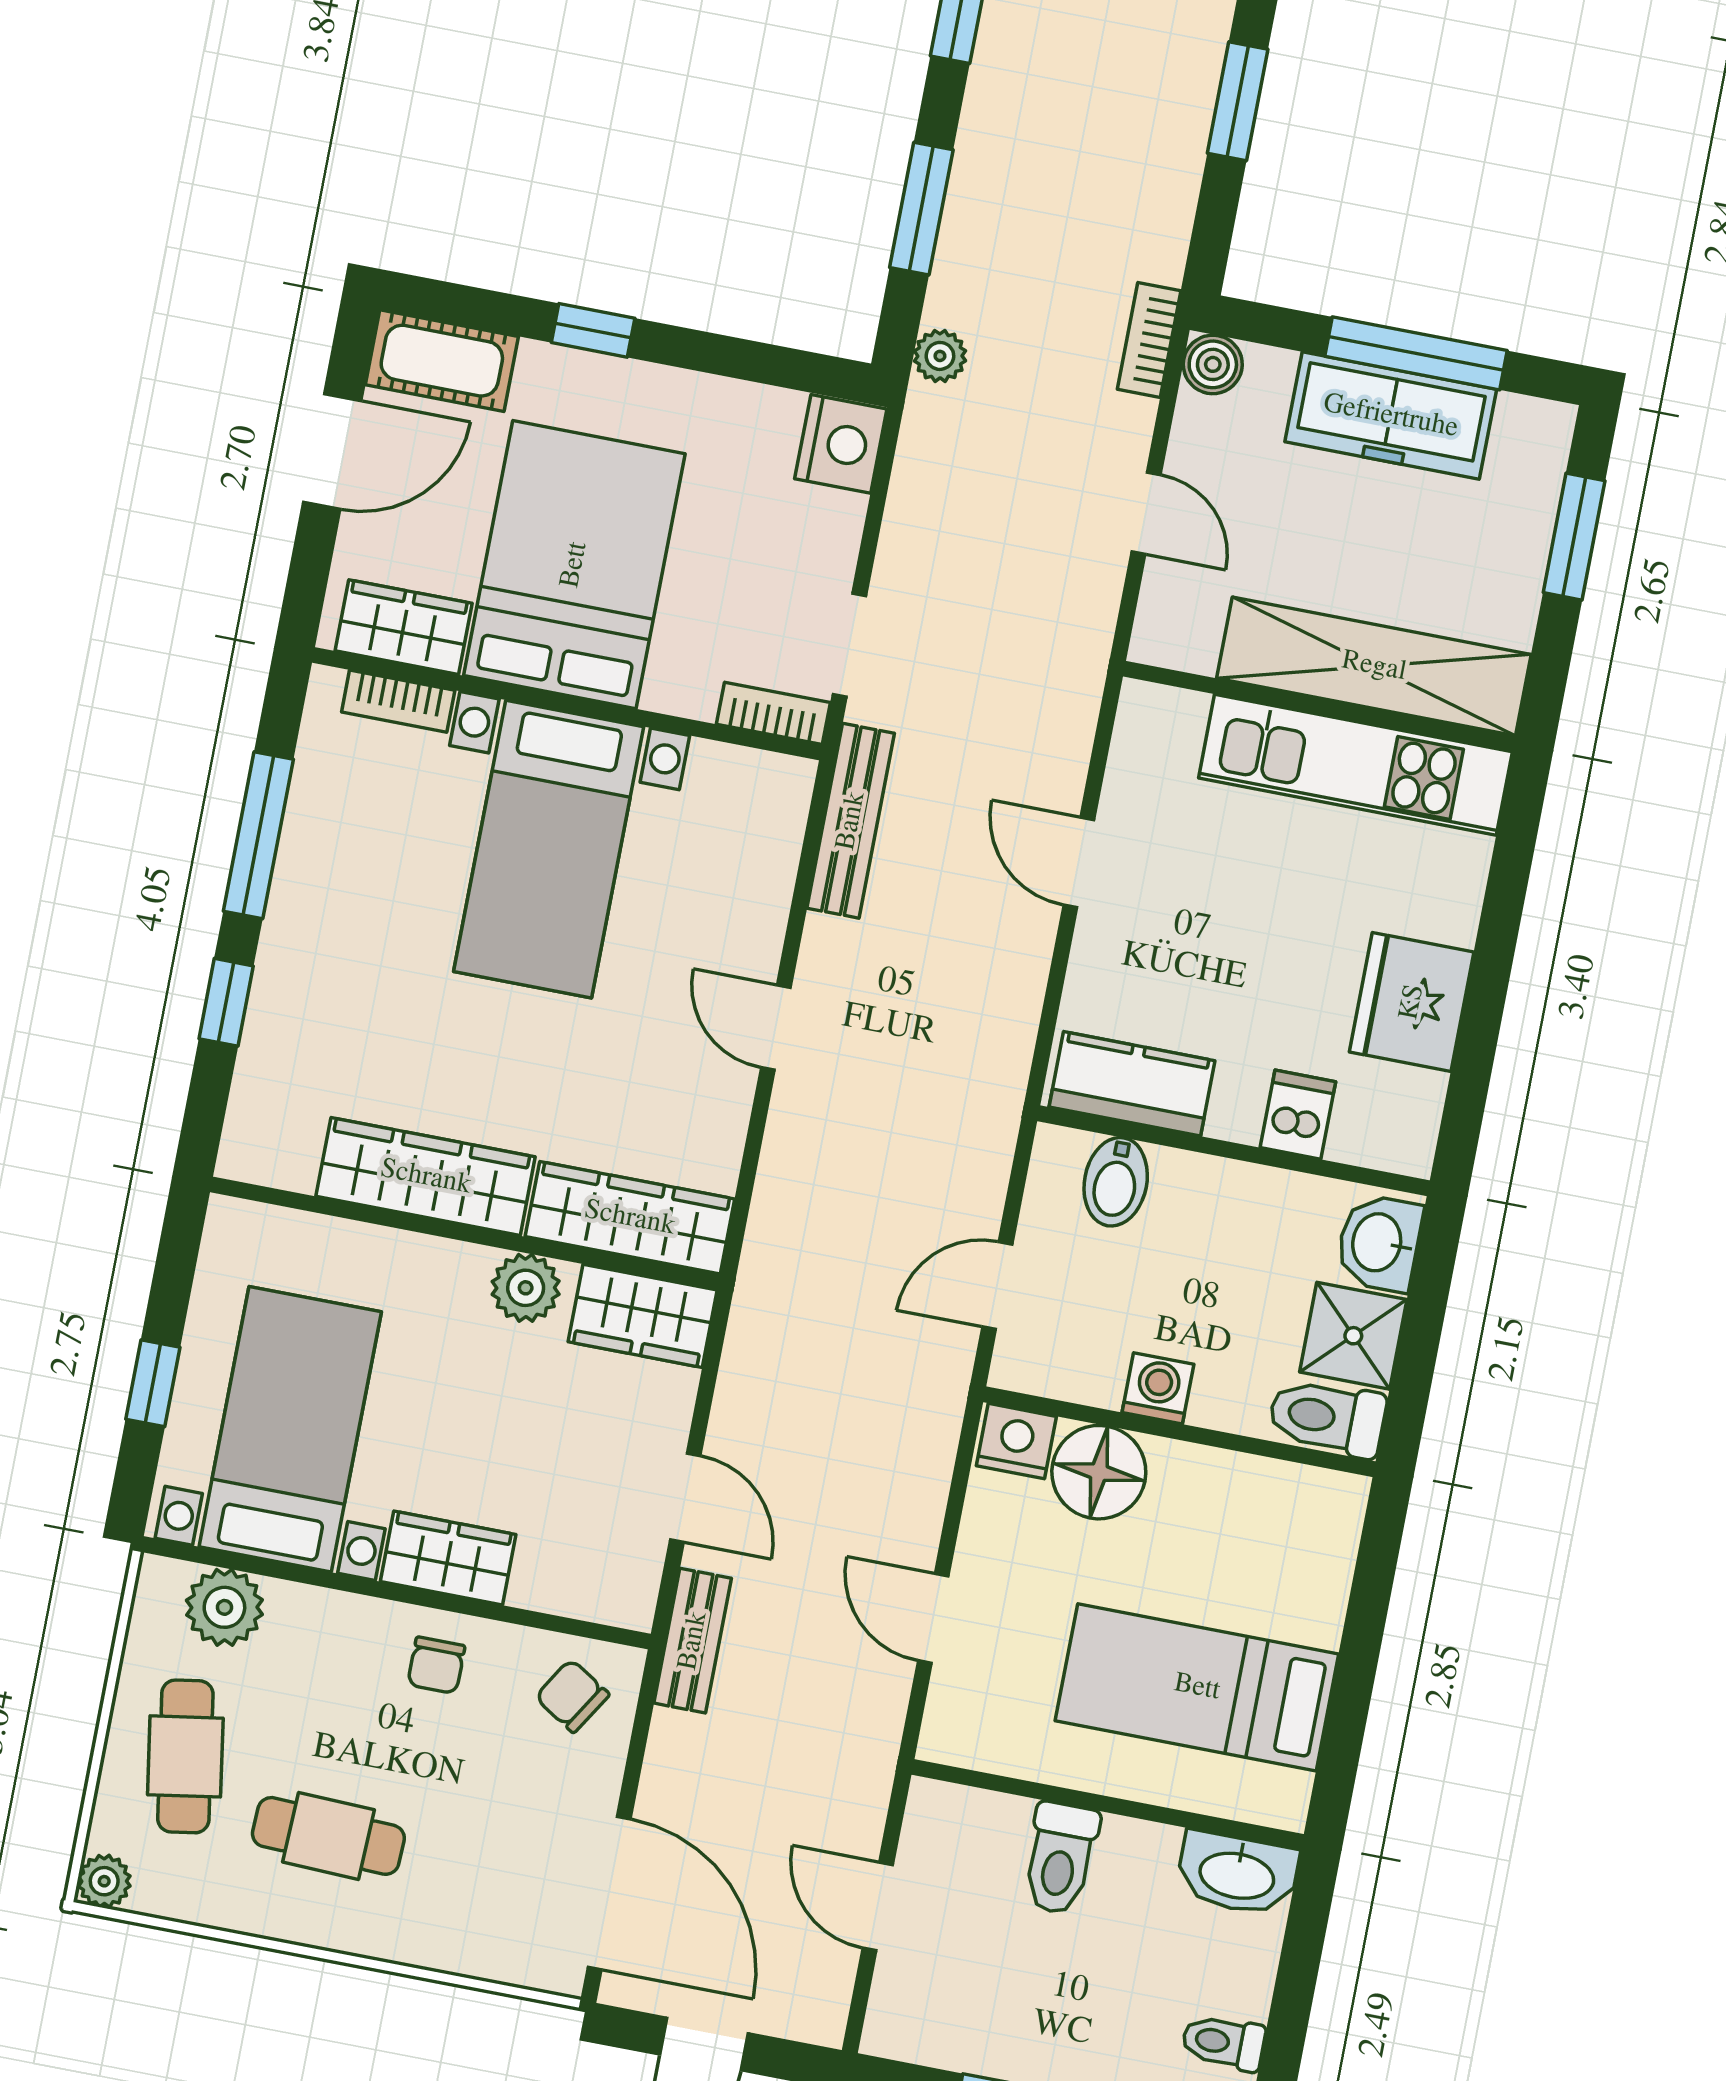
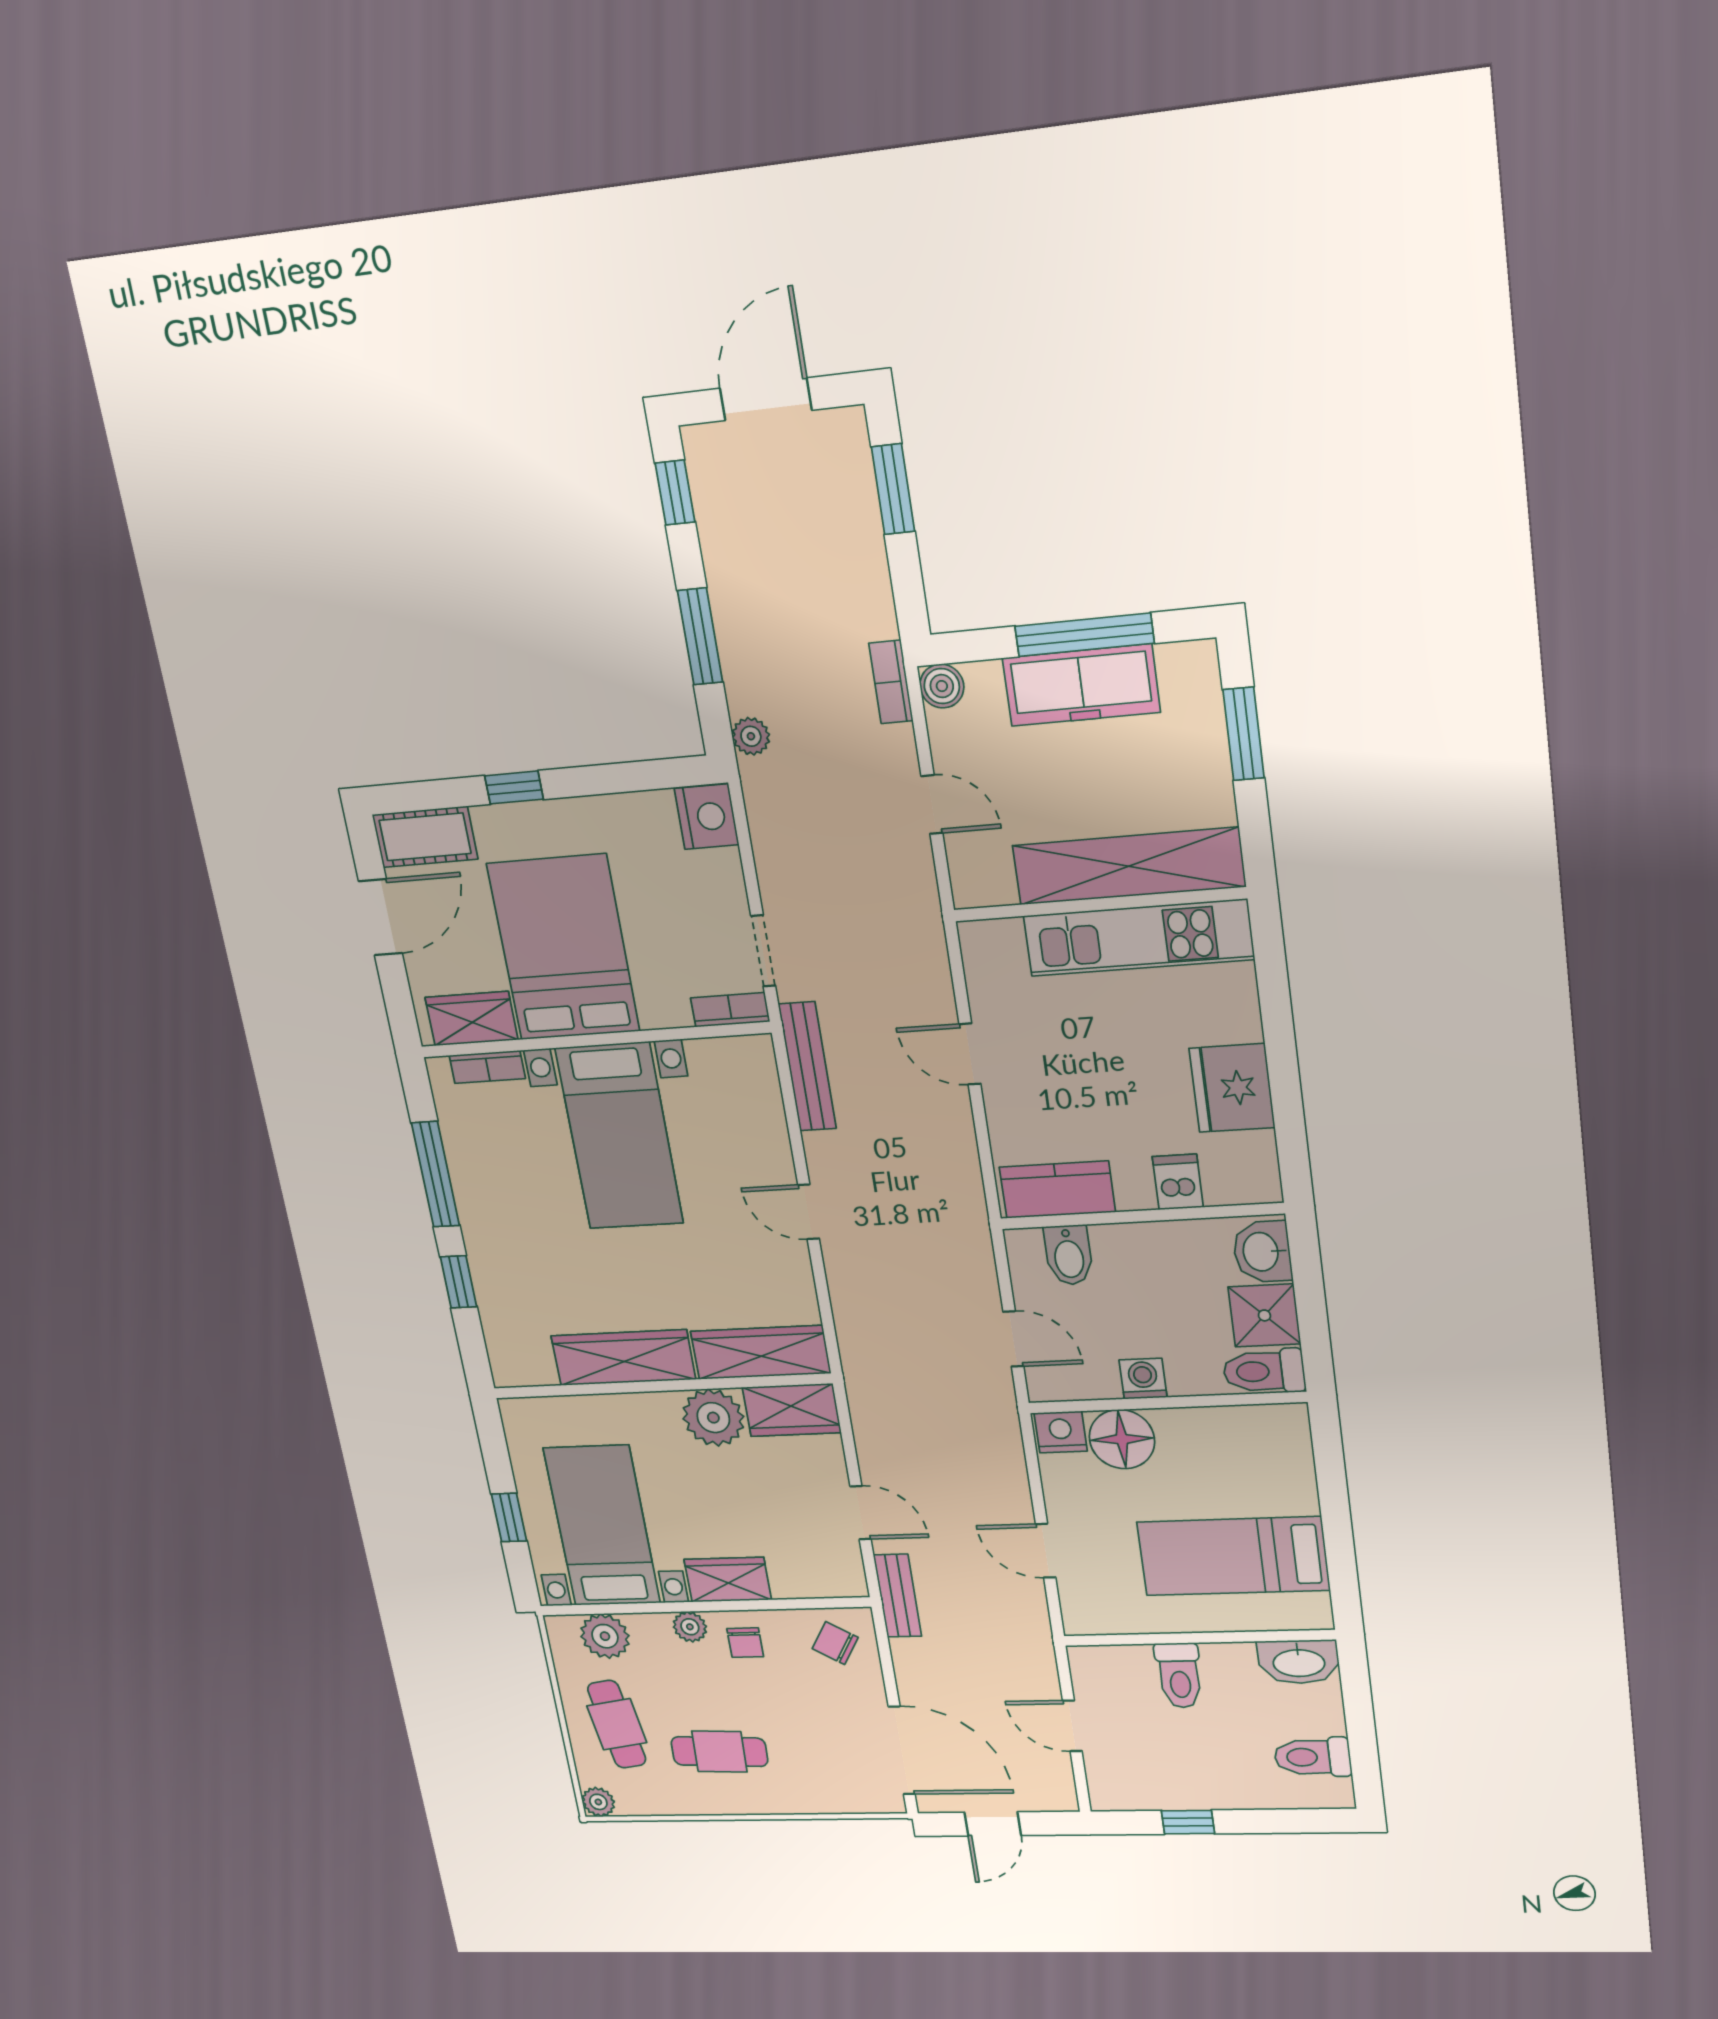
door: (997, 1286) -> (1013, 1339), swing flipped
plant: (526, 1288) -> (713, 1418), width x1.36, depth x1.36
plant: (361, 1621) -> (690, 1627), added
toilet: (1223, 2042) -> (1313, 1757), width x1.37, depth x1.39

